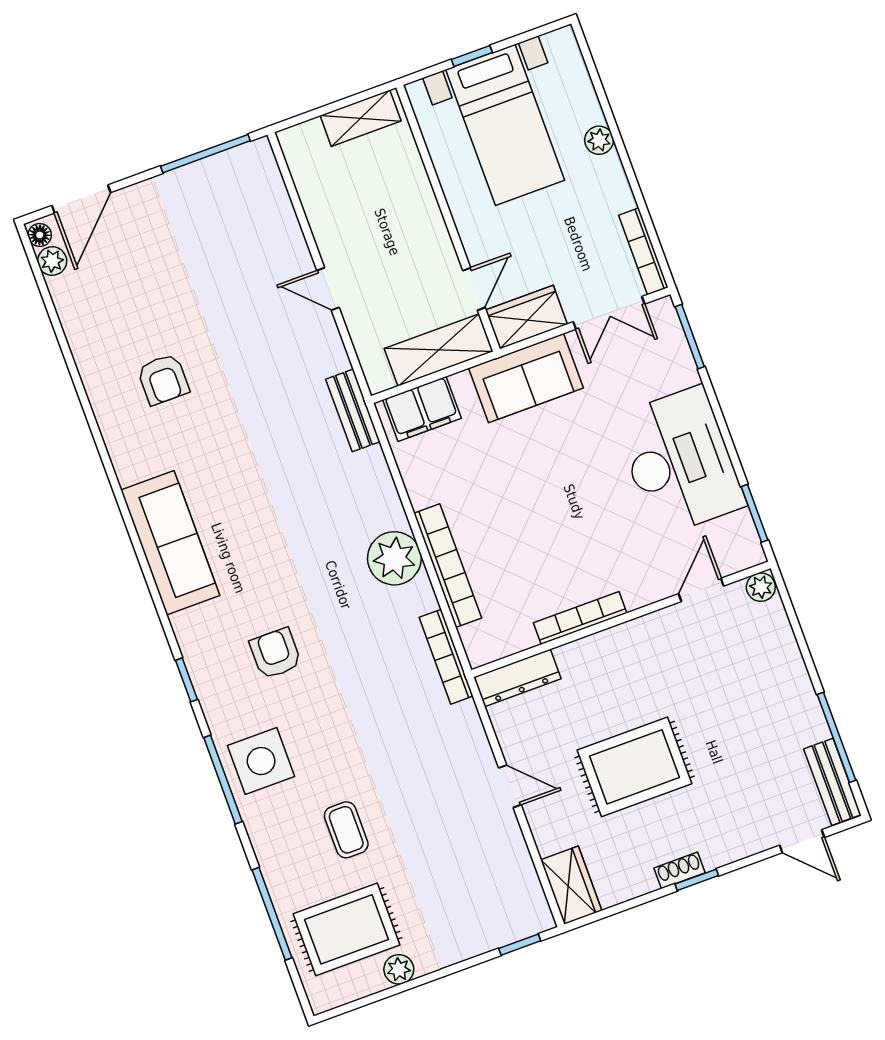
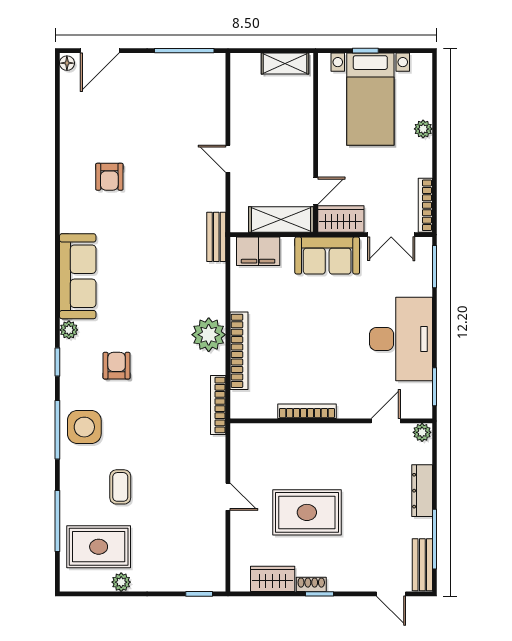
plant: (52, 261) -> (69, 330), moved
dresser: (517, 678) -> (422, 491), moved, turned 90
wardrobe: (571, 885) -> (273, 579), moved, turned -90

